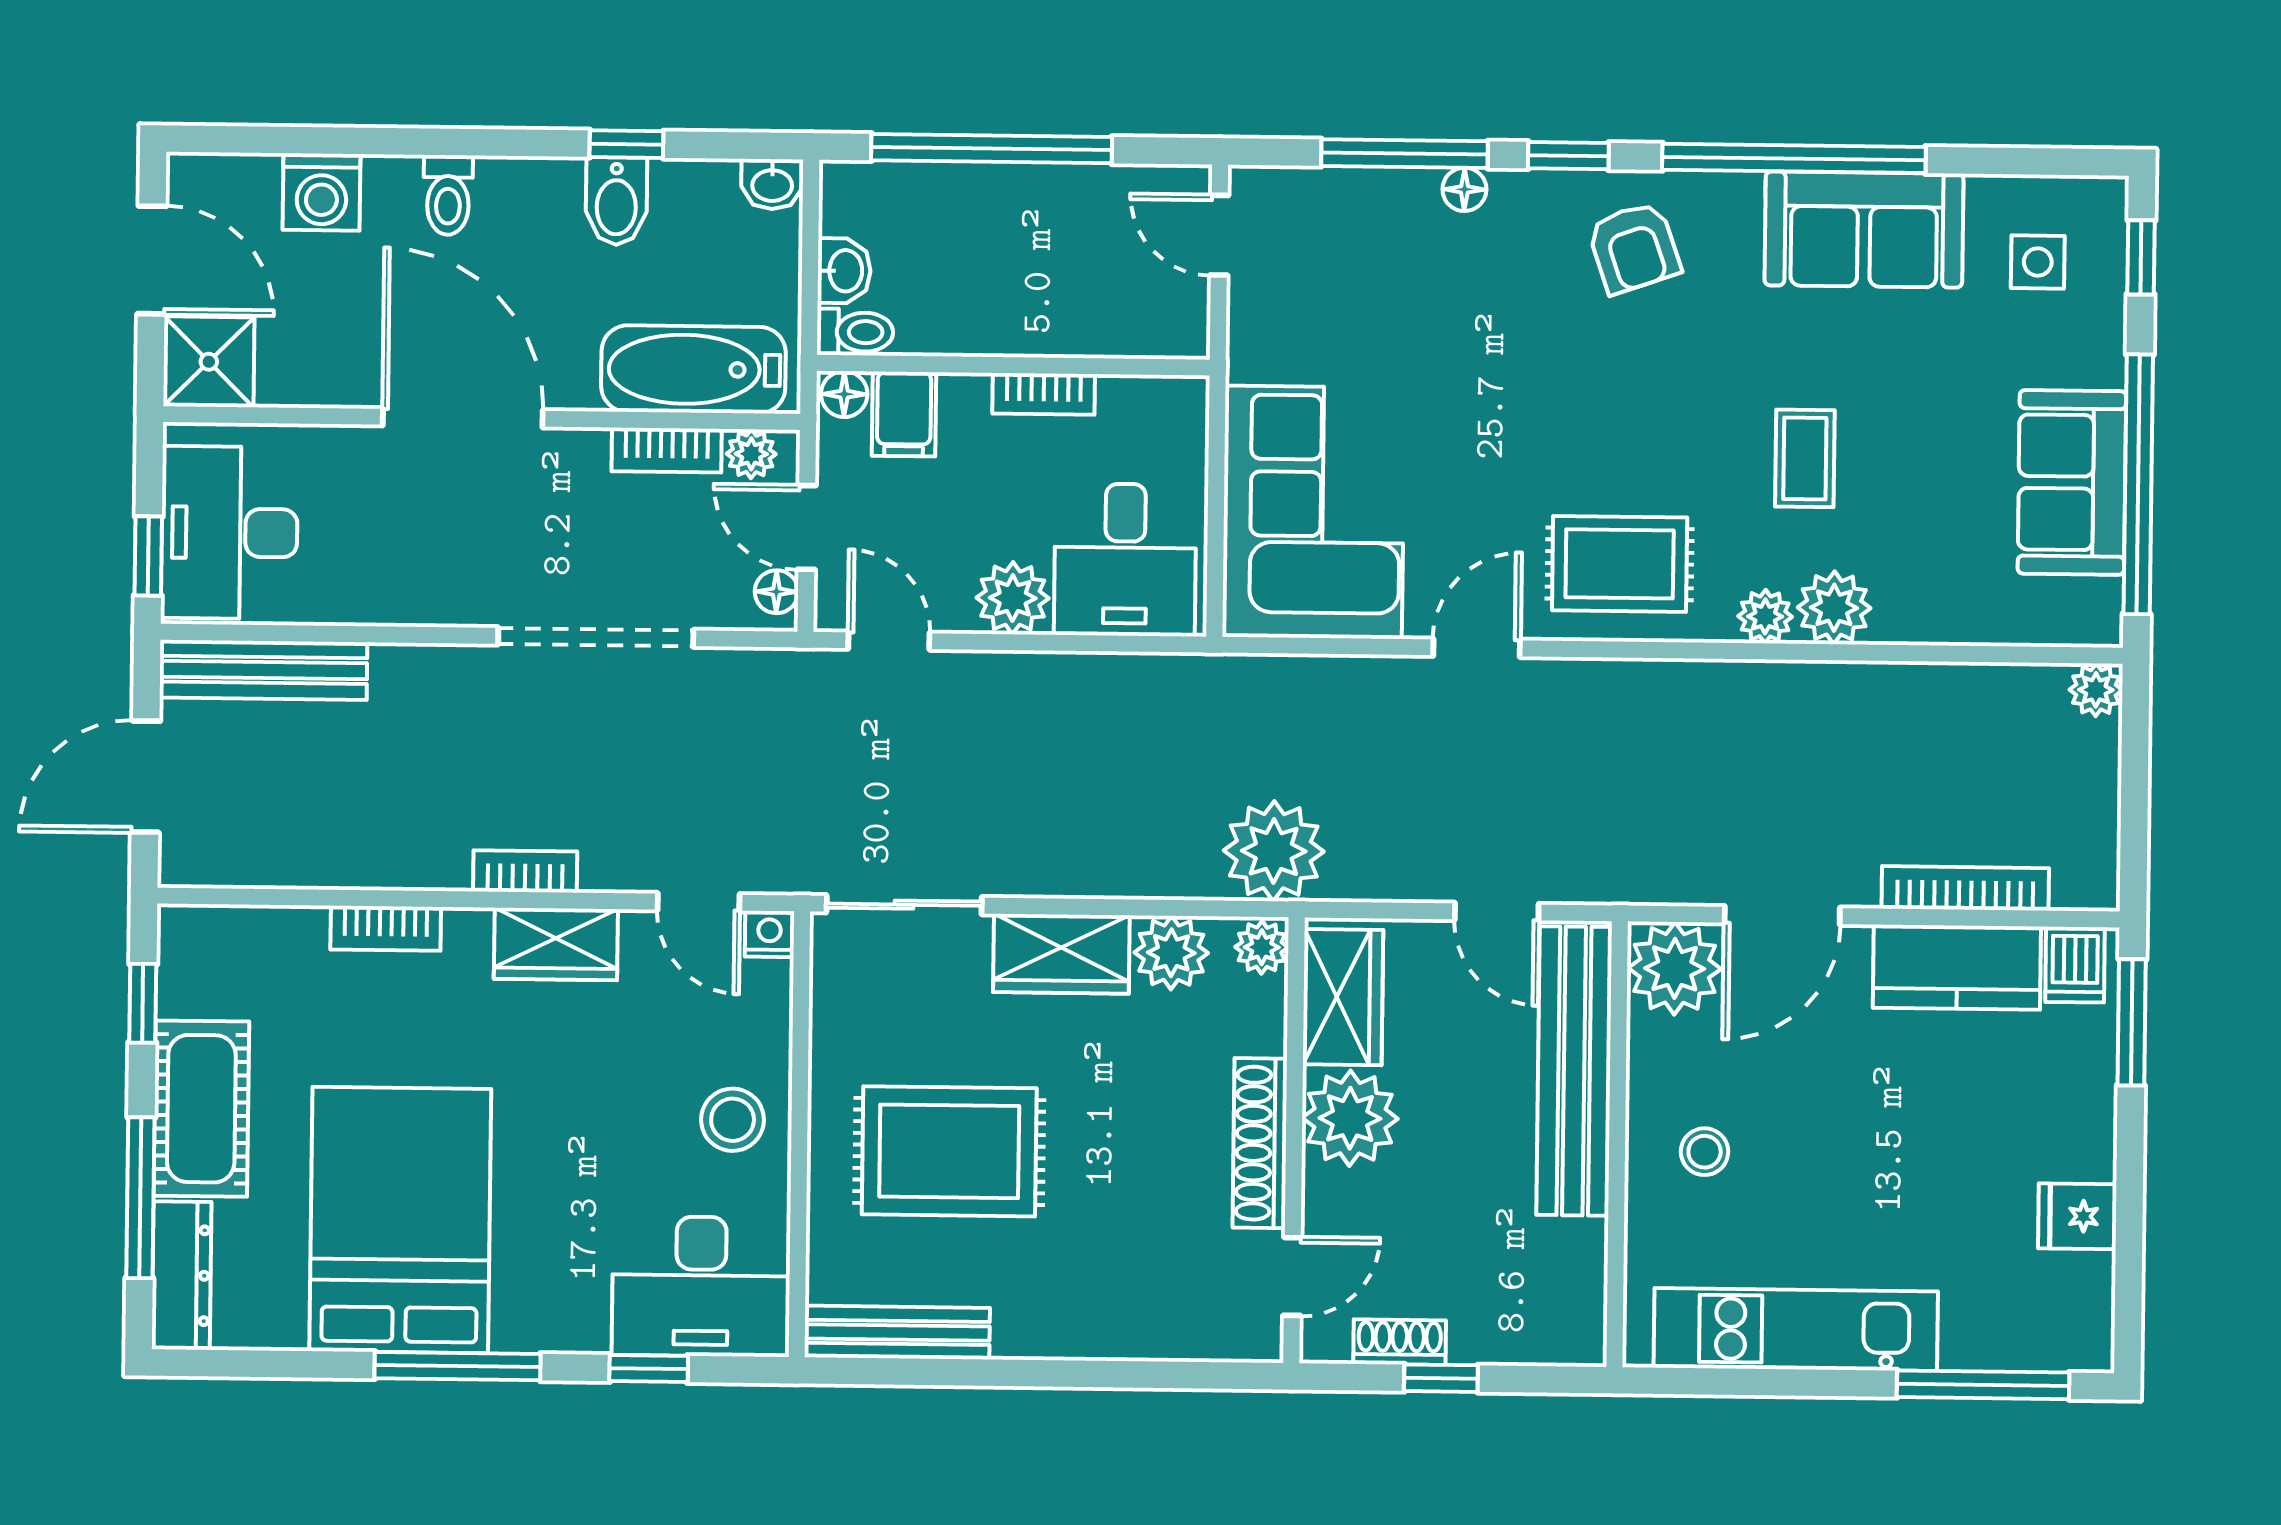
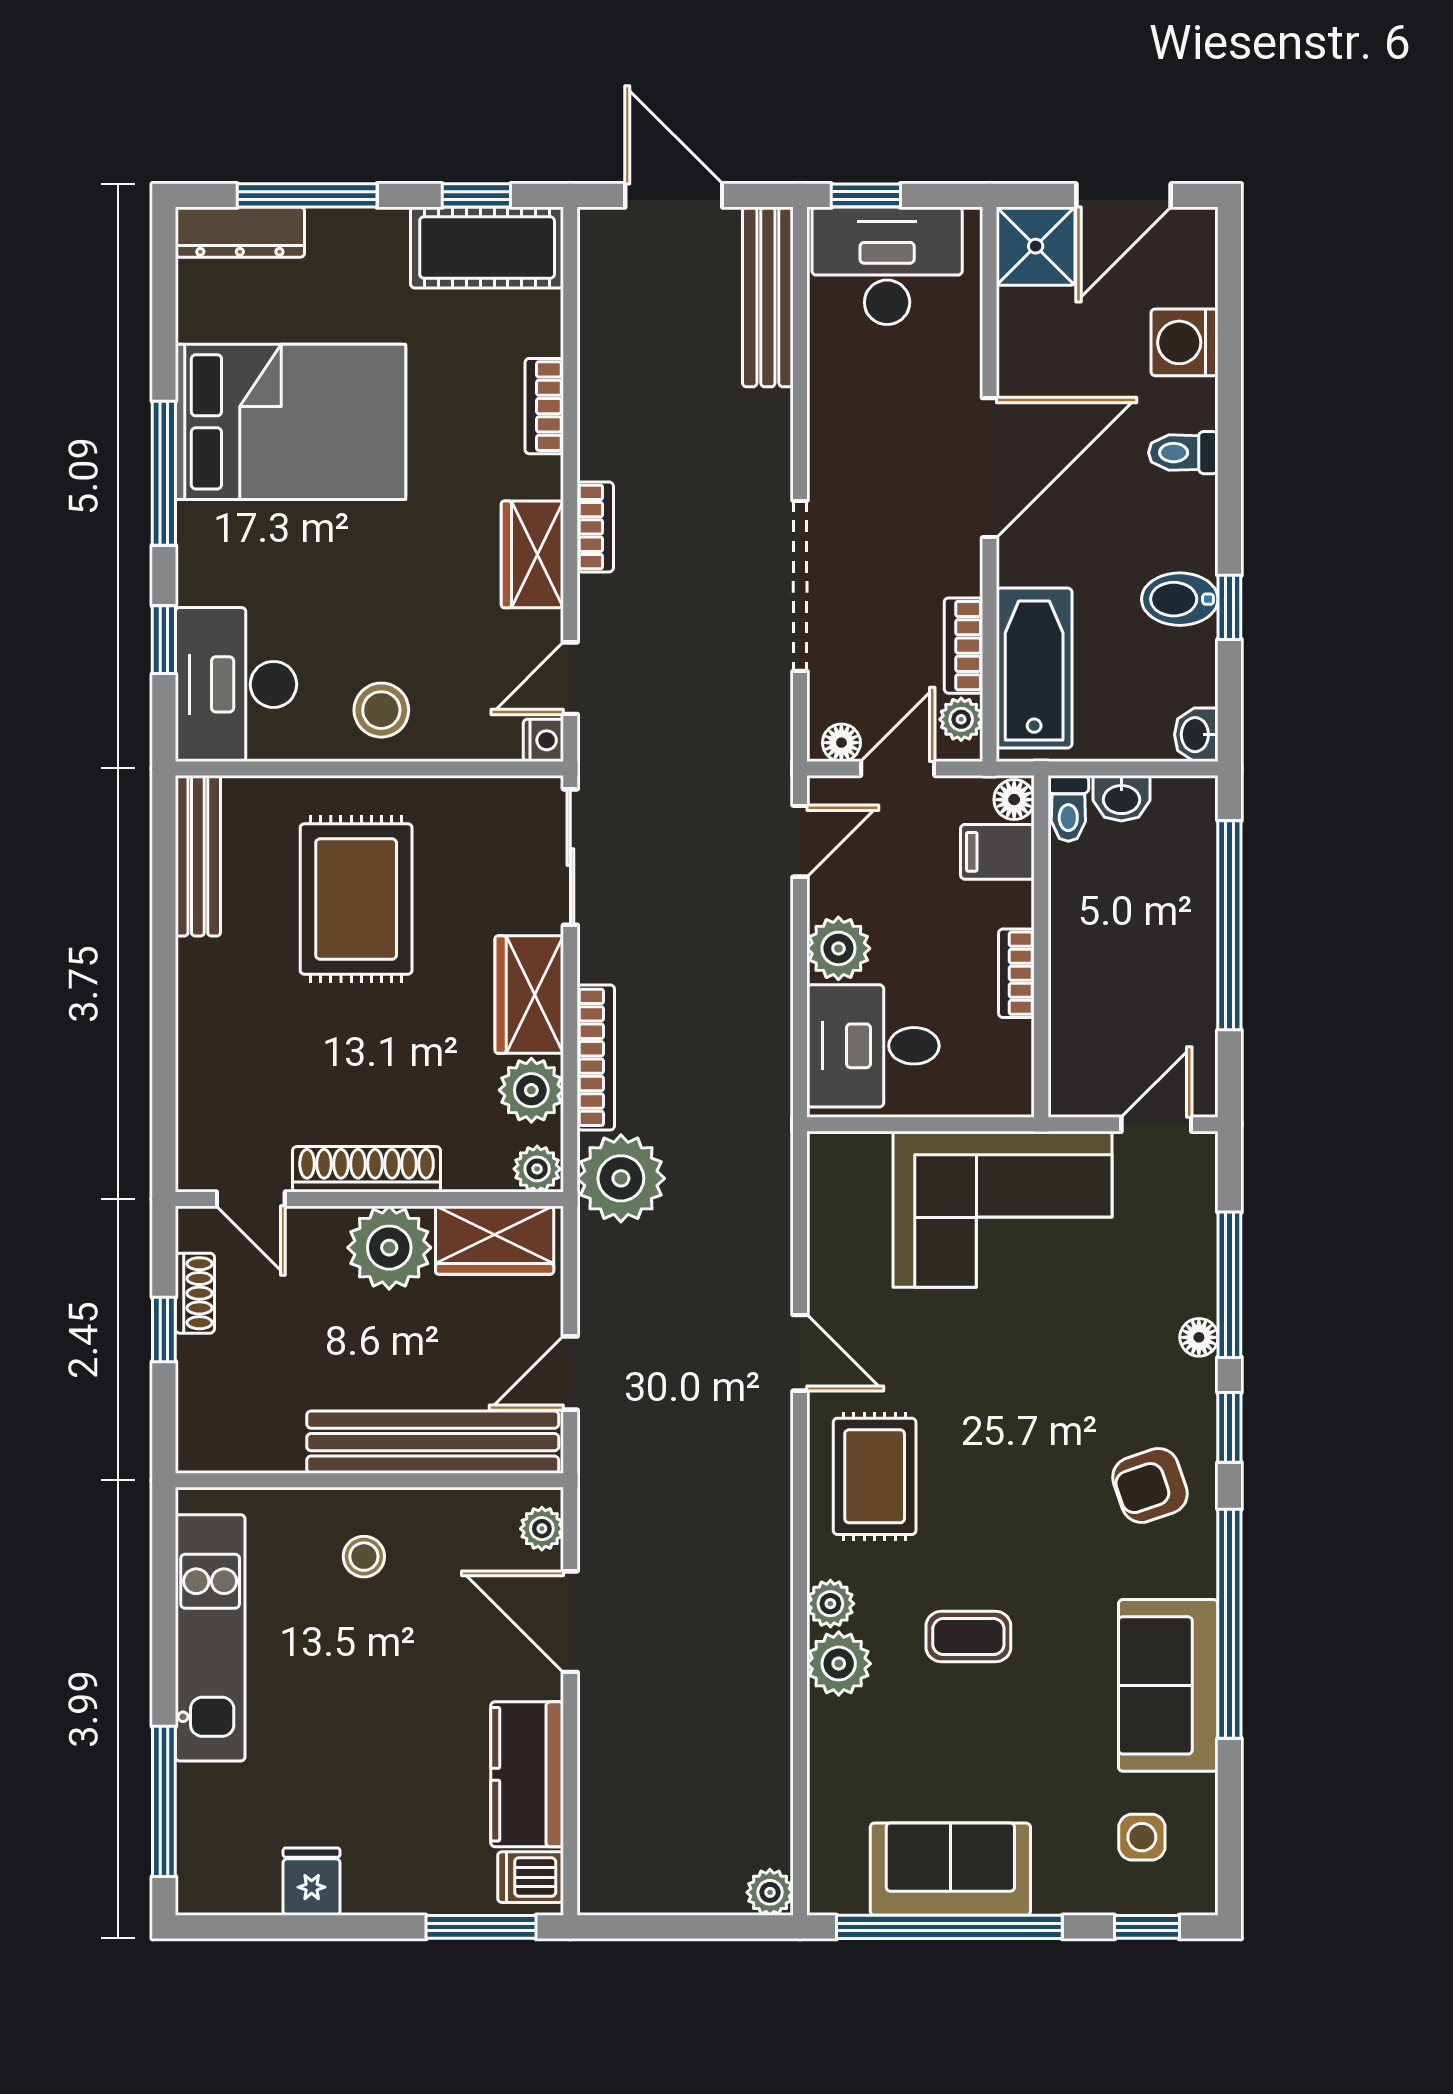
corner sofa: (1313, 512) -> (1002, 1209), moved
bookcase: (1965, 888) -> (596, 1057), moved
plant: (1675, 968) -> (542, 1529), width x0.53, depth x0.53
cot: (201, 1109) -> (487, 248), moved

